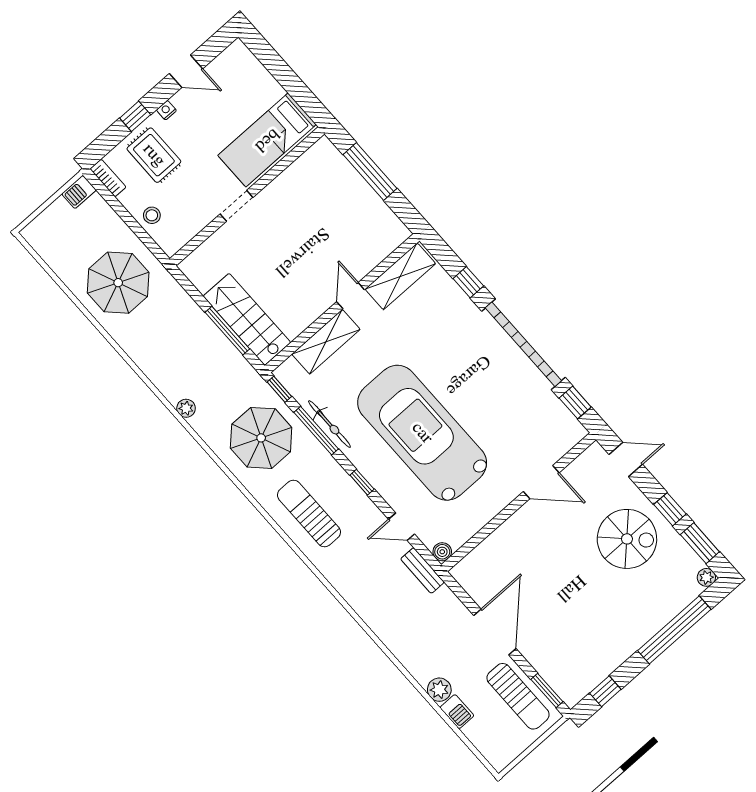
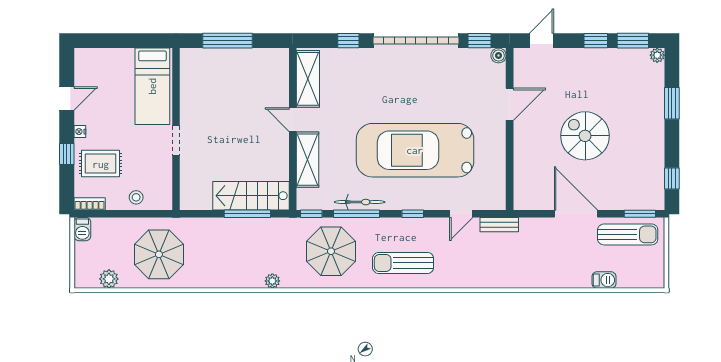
spiral stairs: (627, 539) -> (585, 136), moved, turned -90
boiler: (442, 552) -> (499, 56), moved
window: (674, 630) -> (672, 103), width x0.47
plant: (439, 690) -> (109, 279), moved

